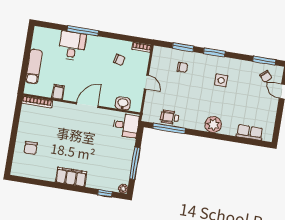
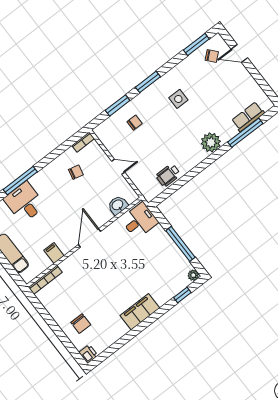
window: (169, 128) -> (245, 133), moved
printer: (17, 170) -> (88, 354), added

